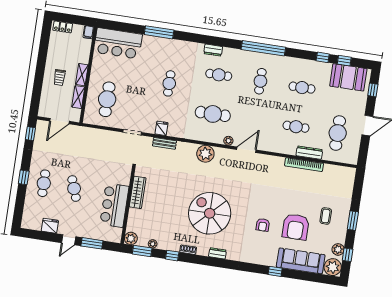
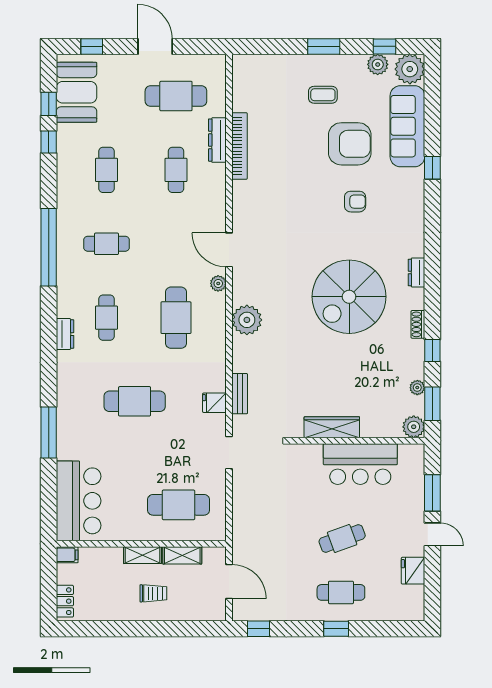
cafe table: (169, 83) -> (135, 401), width x1.37, depth x1.35

